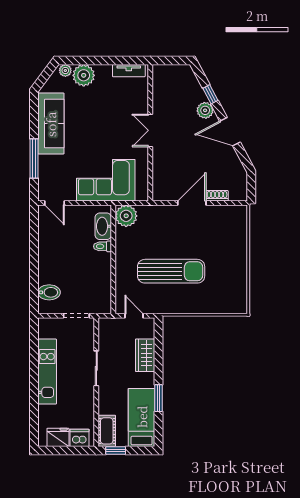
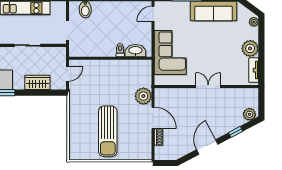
plant: (84, 75) -> (250, 48), moved
plant: (205, 110) -> (249, 114), moved
plant: (126, 216) -> (143, 96), moved
sun lounger: (171, 271) -> (108, 131), moved

